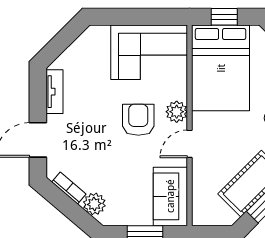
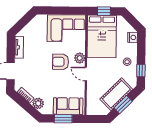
armchair: (138, 120) -> (61, 62), turned -90
door: (190, 144) -> (86, 74), hinge flipped
sofa: (170, 196) -> (68, 106), moved, turned 90

